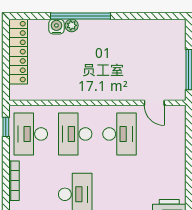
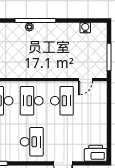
water cooler: (56, 27) -> (85, 28), moved
door: (154, 103) -> (85, 80), hinge flipped

